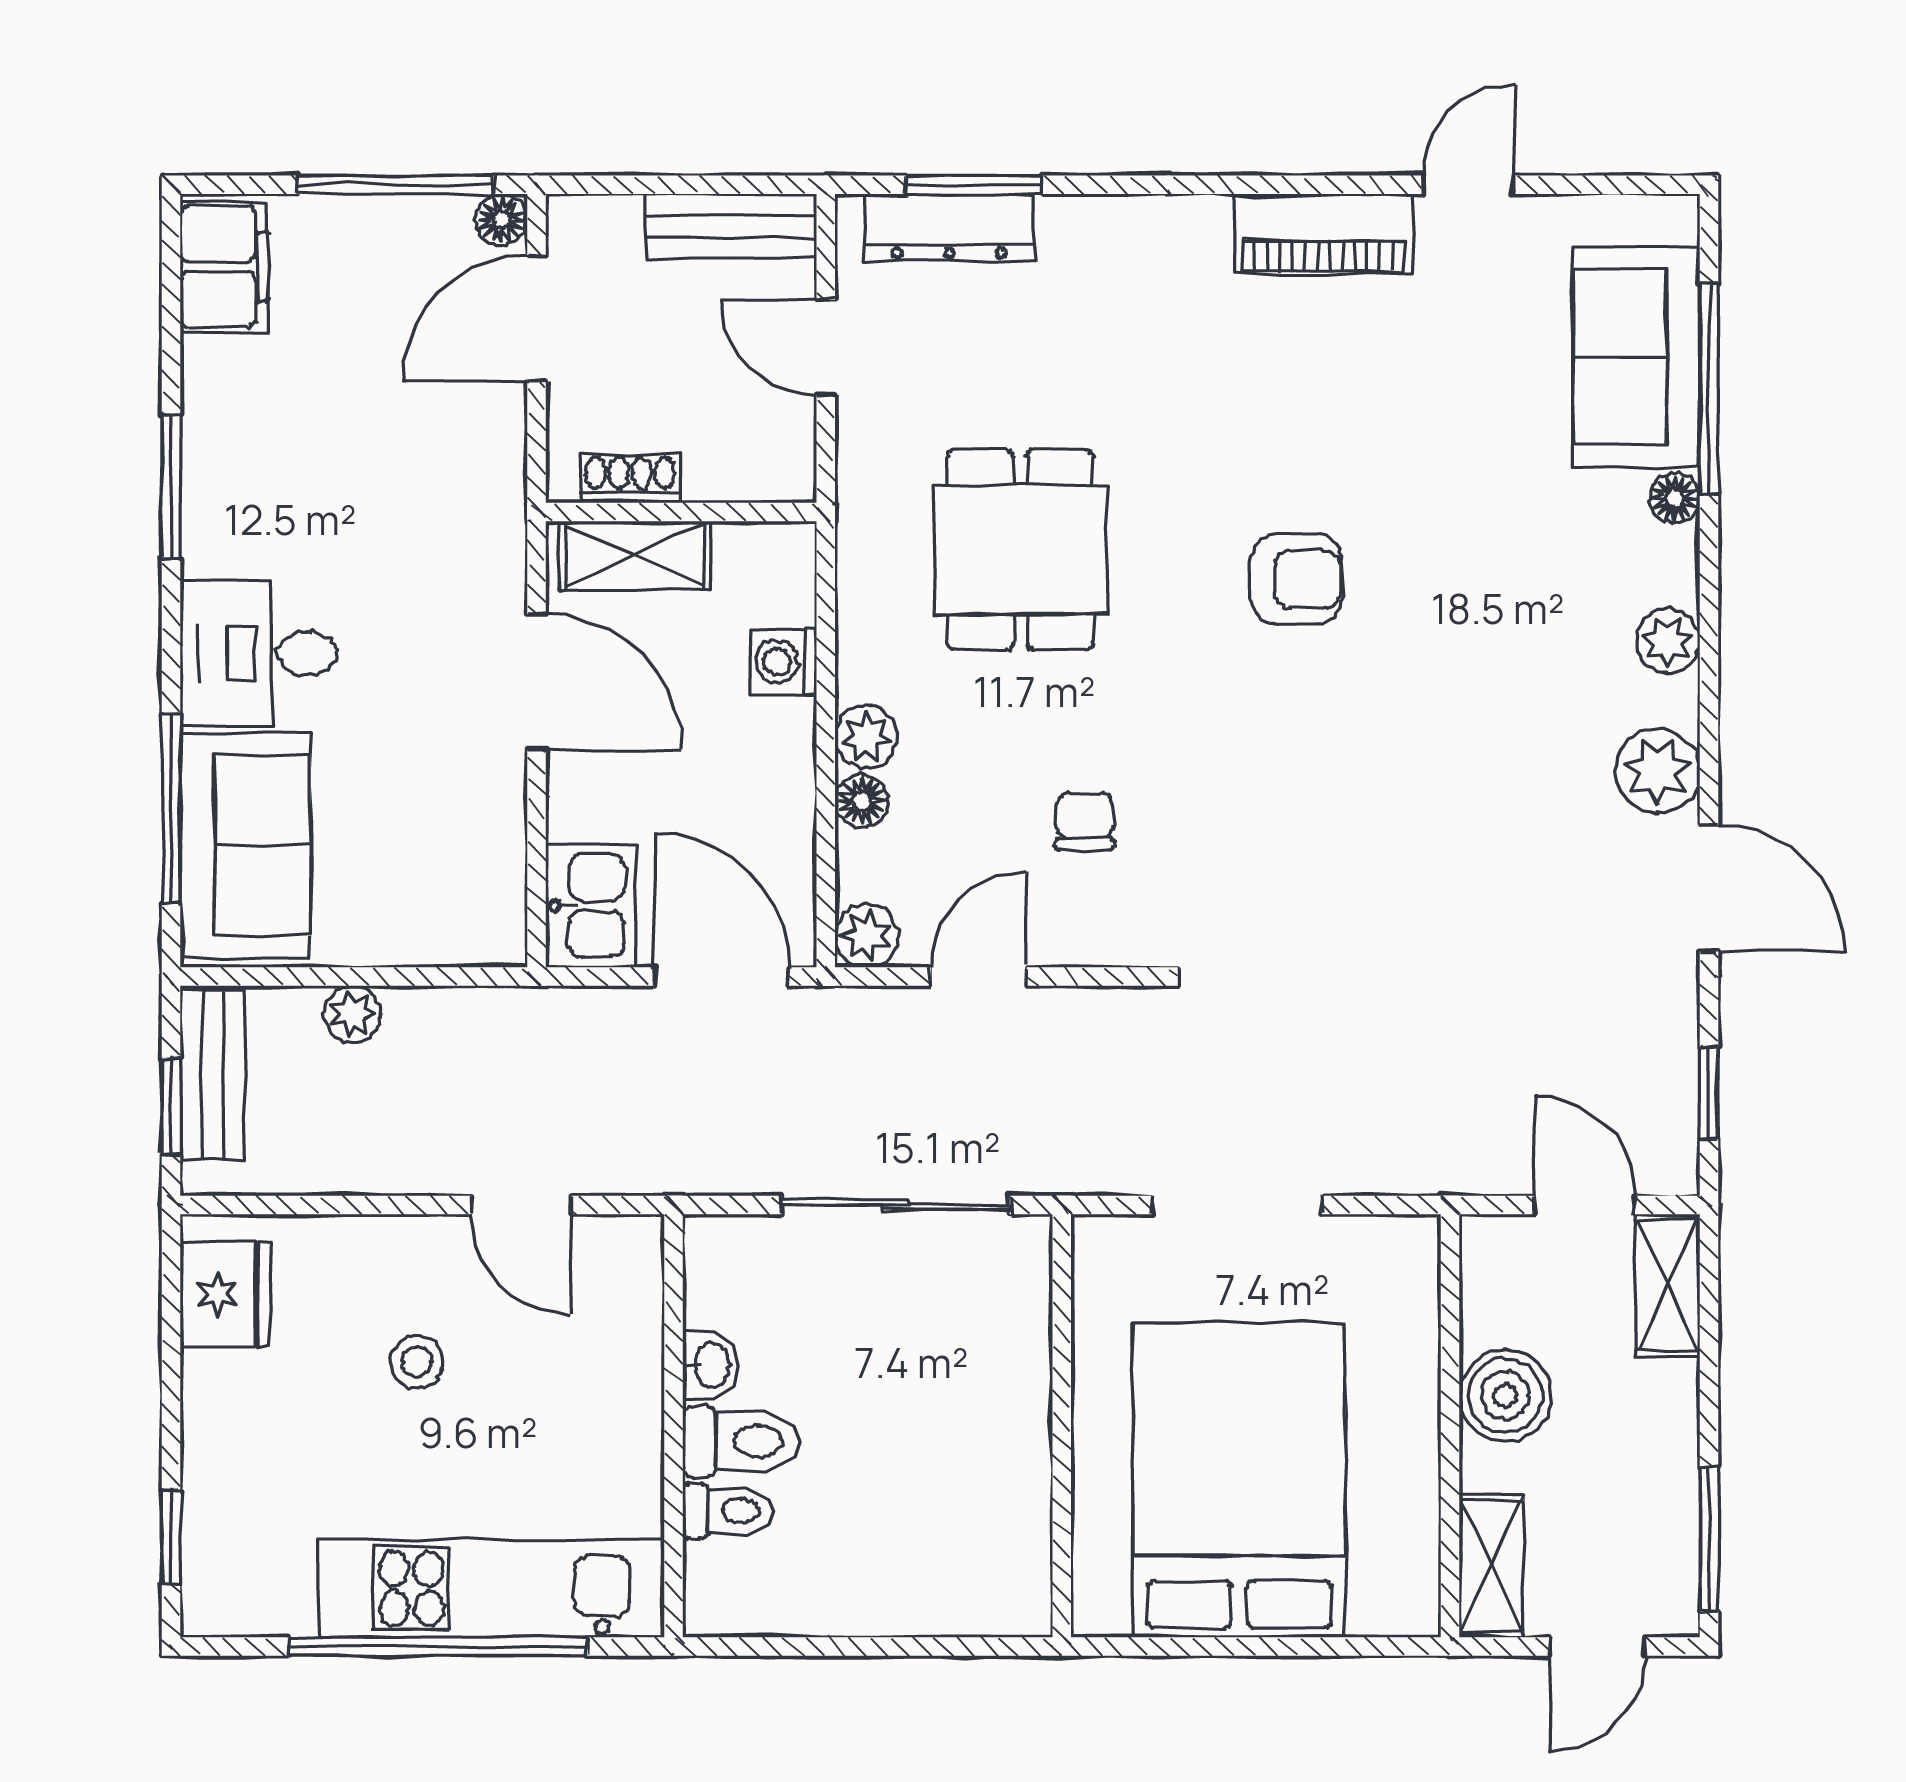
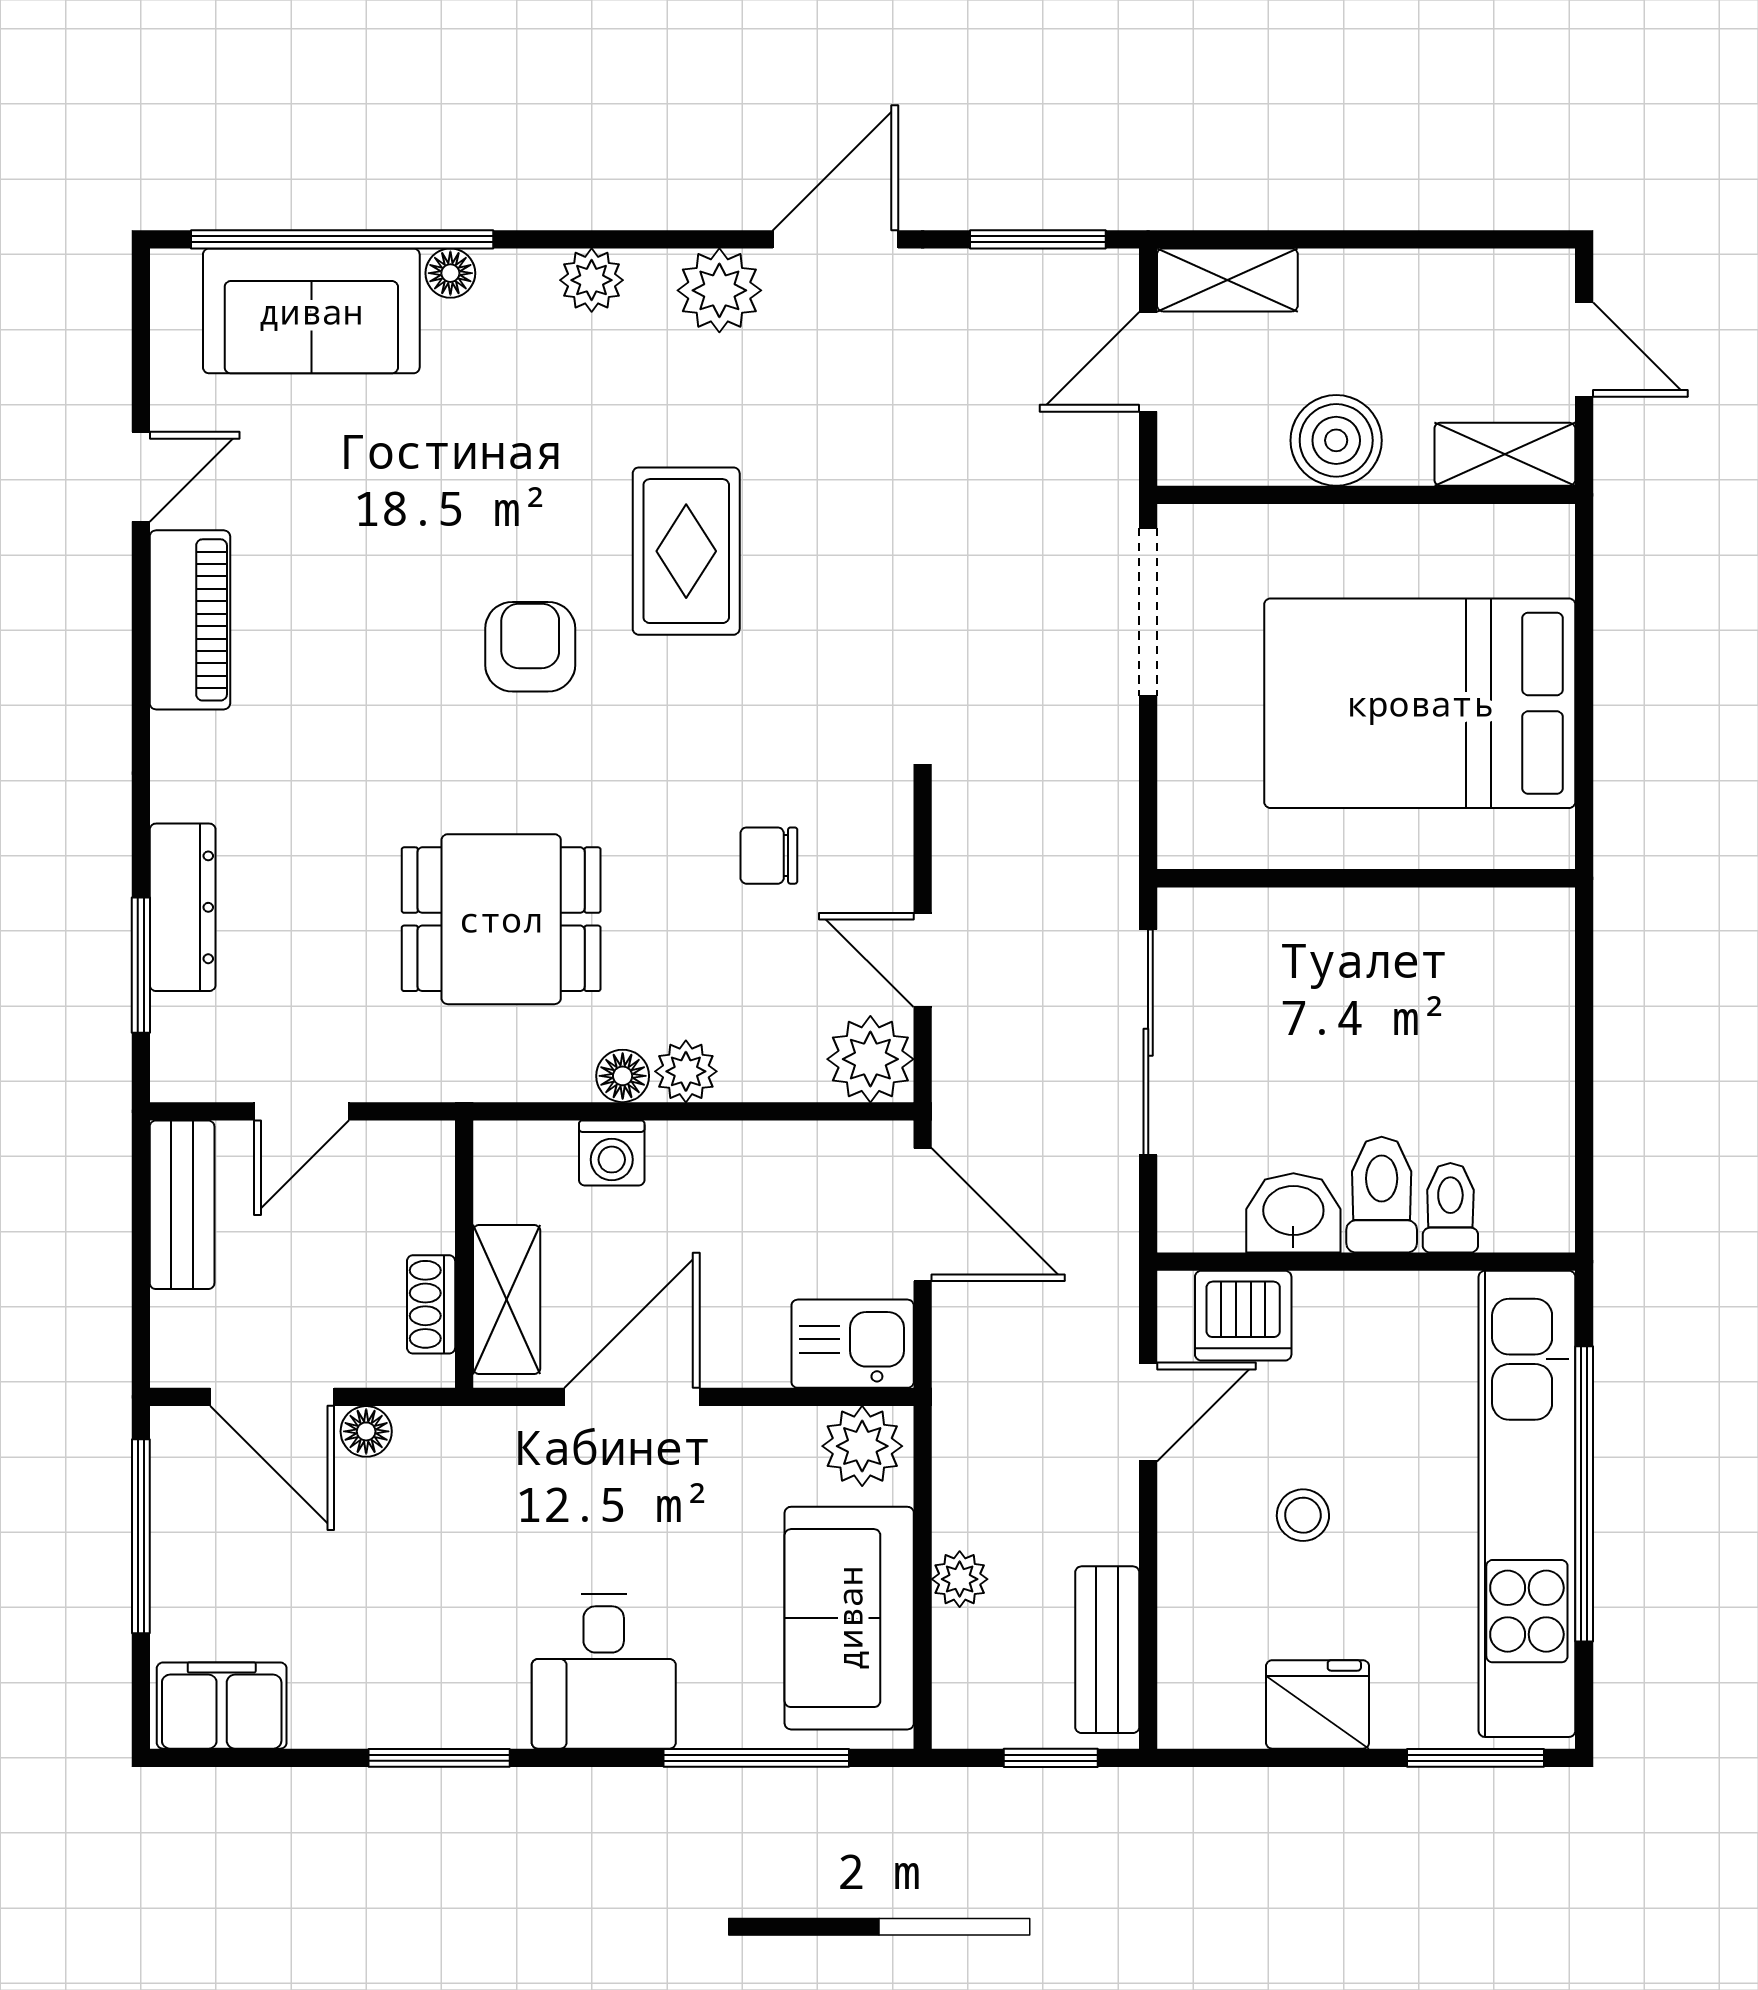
door: (1469, 185) -> (141, 477), swing flipped
floor lamp: (502, 220) -> (366, 1431), moved
dresser: (949, 227) -> (183, 907), moved
window: (1709, 389) -> (342, 239), width x1.46
rug: (1393, 737) -> (686, 551), added
floor lamp: (862, 801) -> (623, 1076), moved
sofa: (245, 845) -> (849, 1618), moved, turned -90
plant: (487, 915) -> (862, 1446), added
plant: (867, 936) -> (870, 1059), width x1.38, depth x1.38
door: (721, 977) -> (923, 1215), swing flipped
bench: (212, 1075) -> (1107, 1650), moved, turned 90
window: (1709, 1093) -> (1038, 239), width x1.50
doorway: (1237, 1205) -> (1148, 612), moved
fridge: (225, 1295) -> (1318, 1704), moved
dishwasher: (619, 1301) -> (1243, 1316), added
washbasin: (711, 1365) -> (1293, 1213), width x1.38, depth x1.45
window: (171, 1536) -> (1475, 1758), width x1.50
window: (1709, 1539) -> (1478, 239), removed
kitchen unit: (491, 1589) -> (1527, 1504), width x1.36

